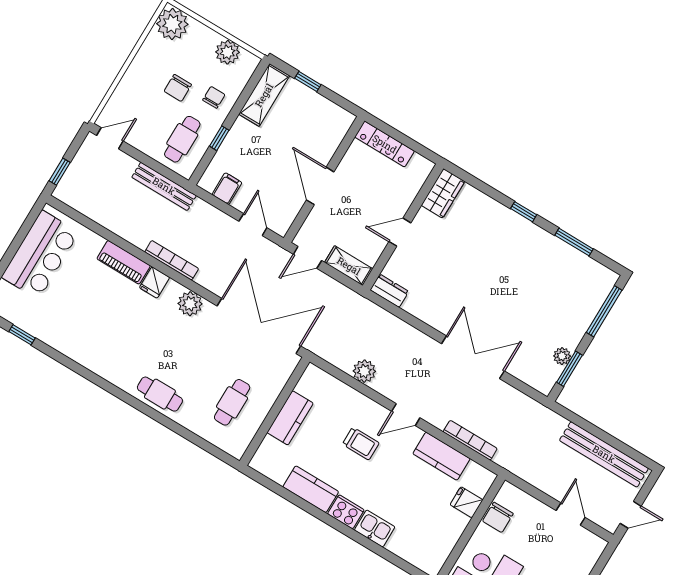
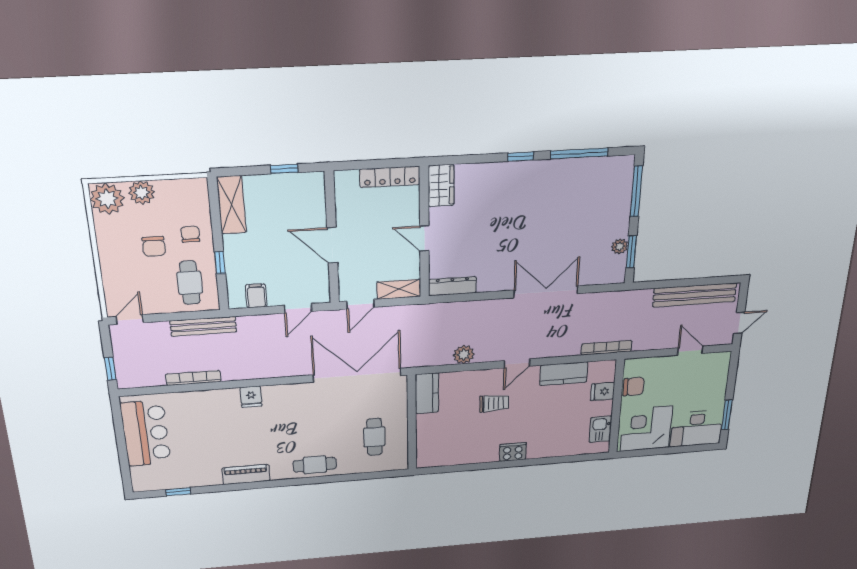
plant: (228, 52) -> (142, 193), moved
window: (308, 81) -> (284, 169), moved
locker: (385, 144) -> (390, 177), moved
door: (253, 225) -> (298, 308), swing flipped
door: (400, 232) -> (424, 238), hinge flipped
window: (574, 242) -> (579, 153), width x1.44
bookcase: (172, 260) -> (193, 378), moved
piano: (124, 262) -> (246, 474), moved, turned 180
dresser: (389, 291) -> (452, 286), width x1.44
plant: (190, 304) -> (291, 394), removed
kitchen counter: (290, 418) -> (427, 393), moved
bookcase: (470, 440) -> (607, 348), moved
kitchen counter: (311, 489) -> (476, 454), removed
chair: (498, 517) -> (634, 387), turned -90
kitchen sink: (375, 528) -> (601, 429), moved, turned -90

